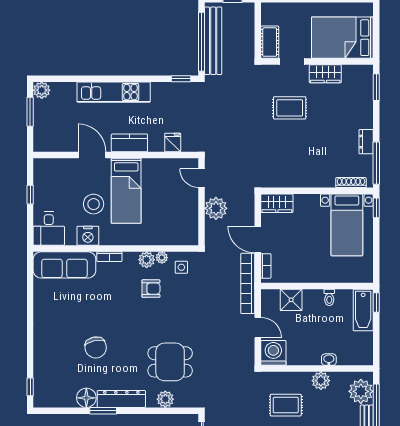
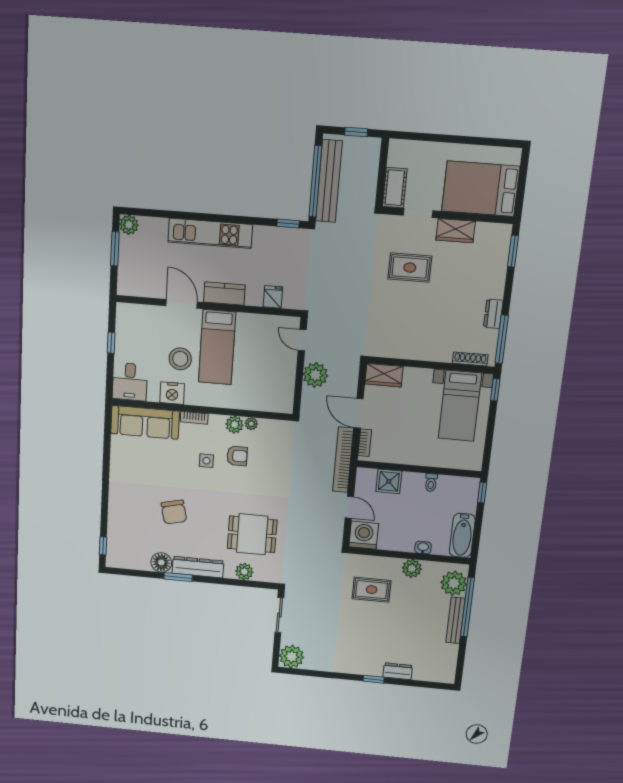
side table: (181, 267) -> (206, 461), moved
bathtub: (363, 310) -> (462, 535), moved

